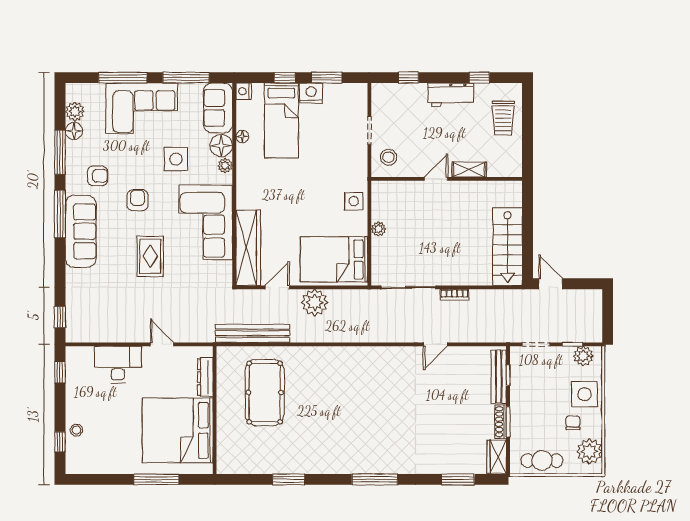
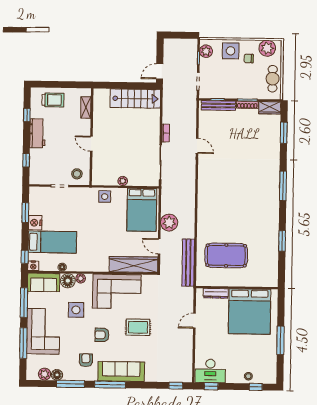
window: (285, 78) -> (25, 257), moved
shelving: (469, 170) -> (86, 108), moved
desk: (118, 364) -> (210, 371), moved, turned -90
window: (156, 479) -> (280, 340), moved

